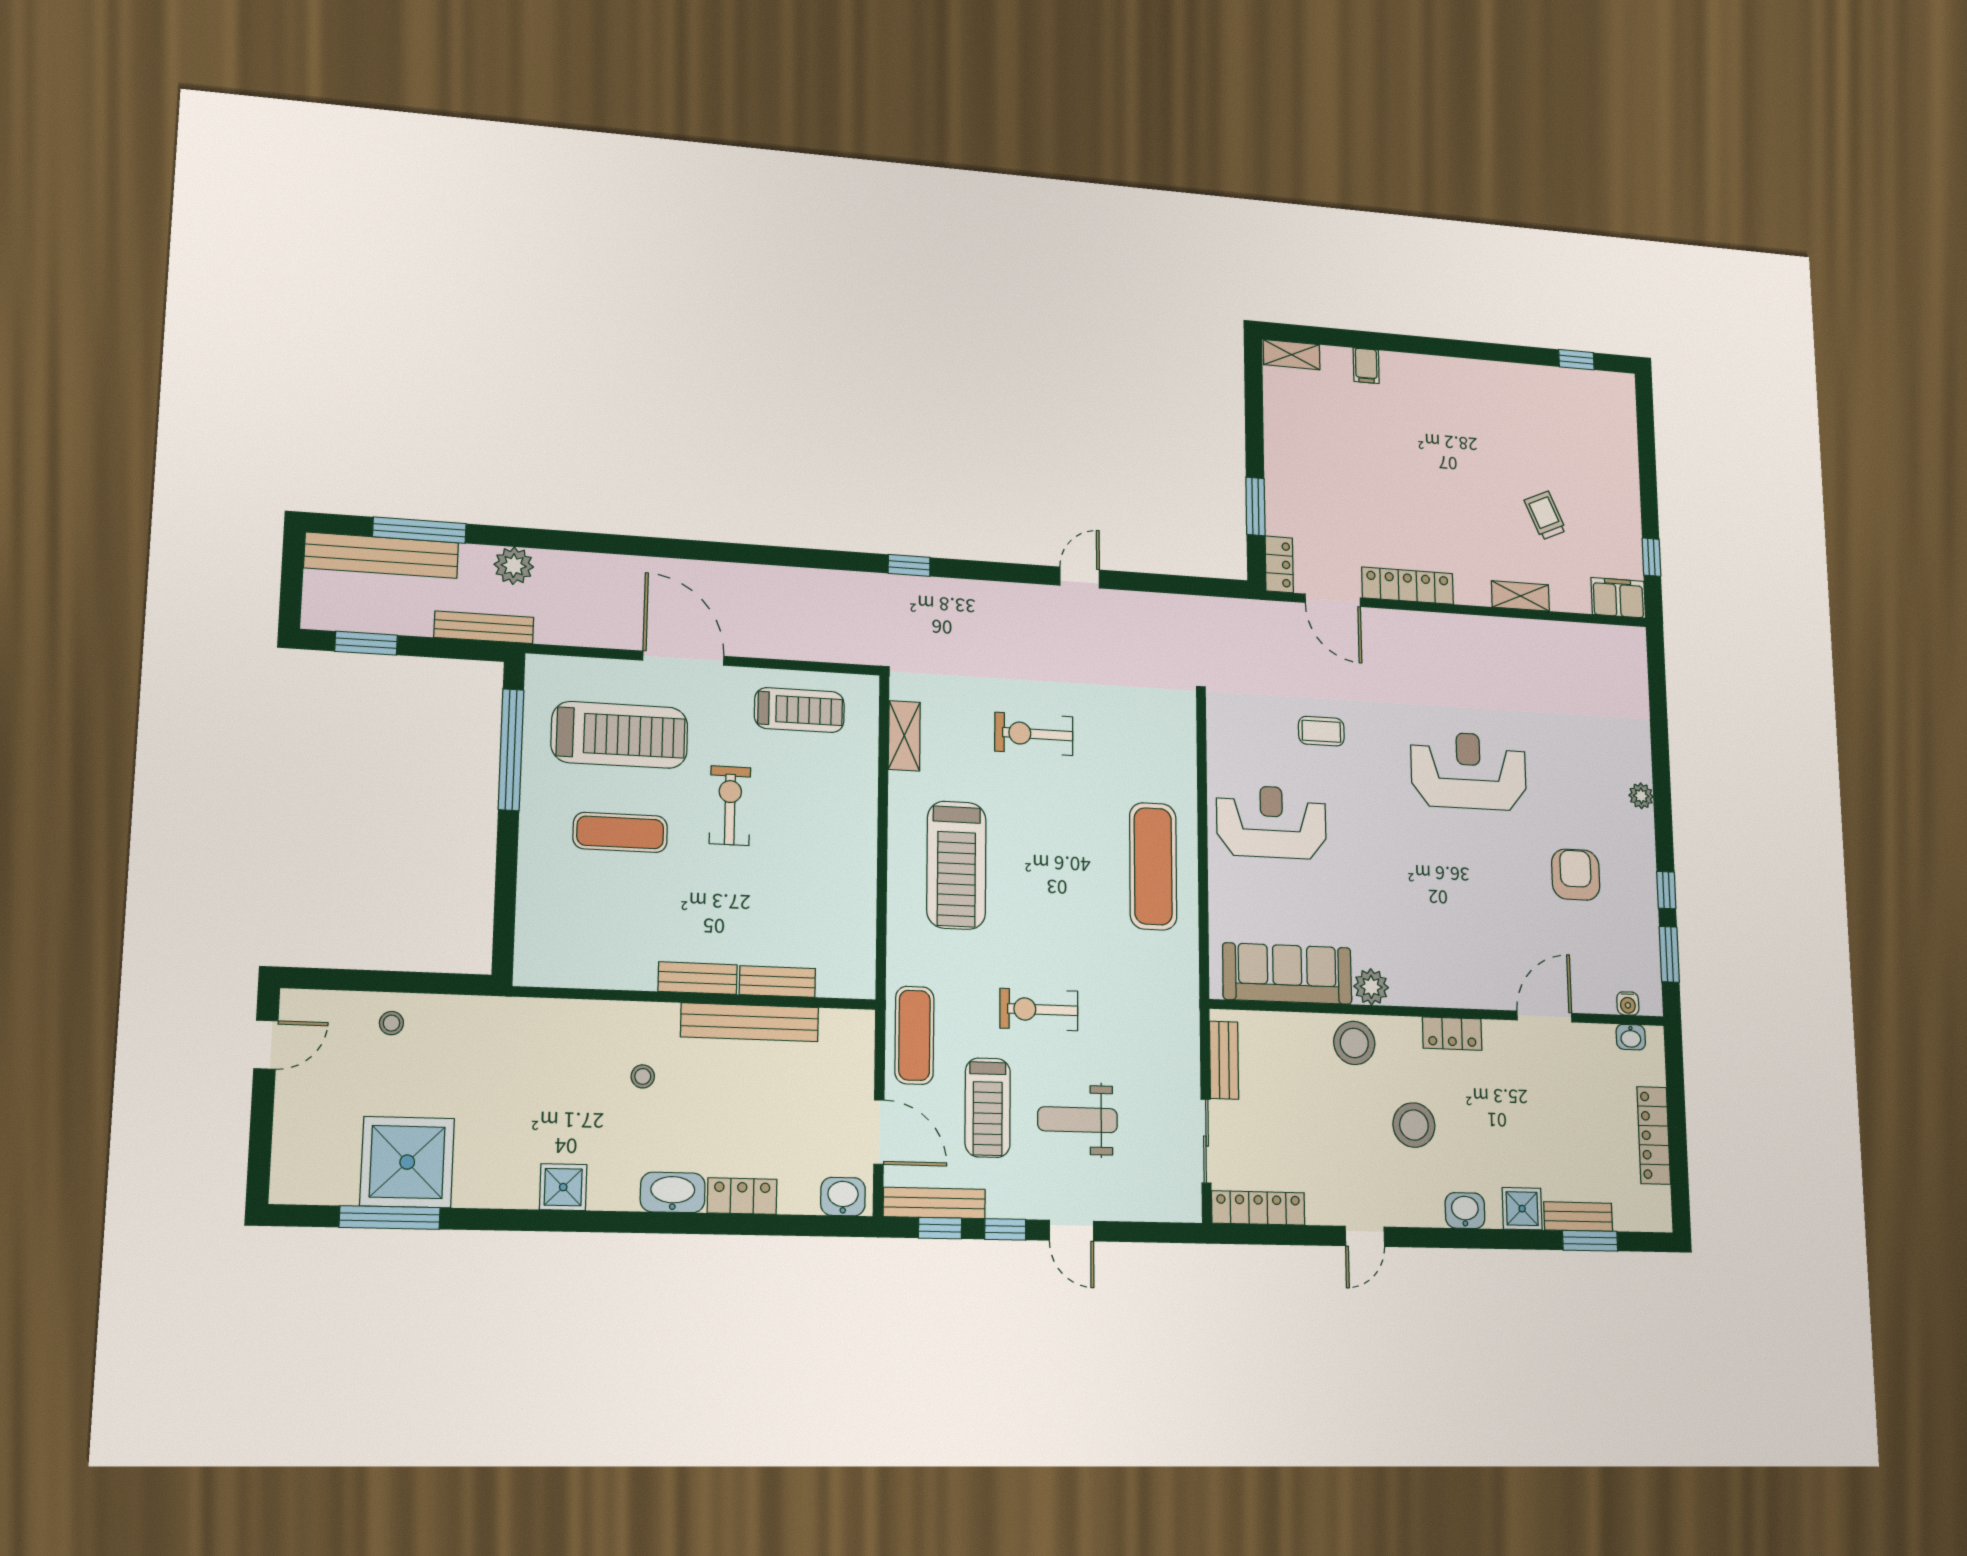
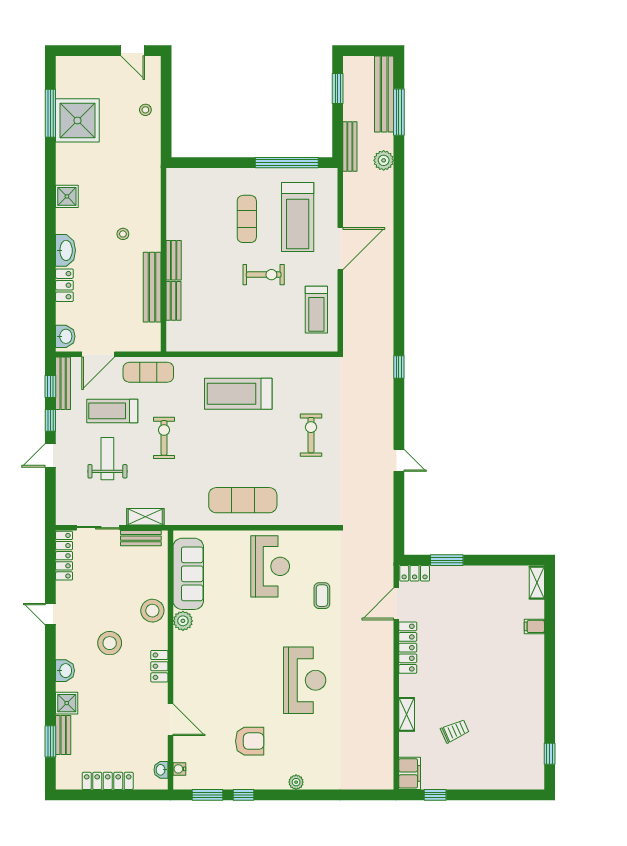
shelving: (904, 736) -> (145, 517), moved

